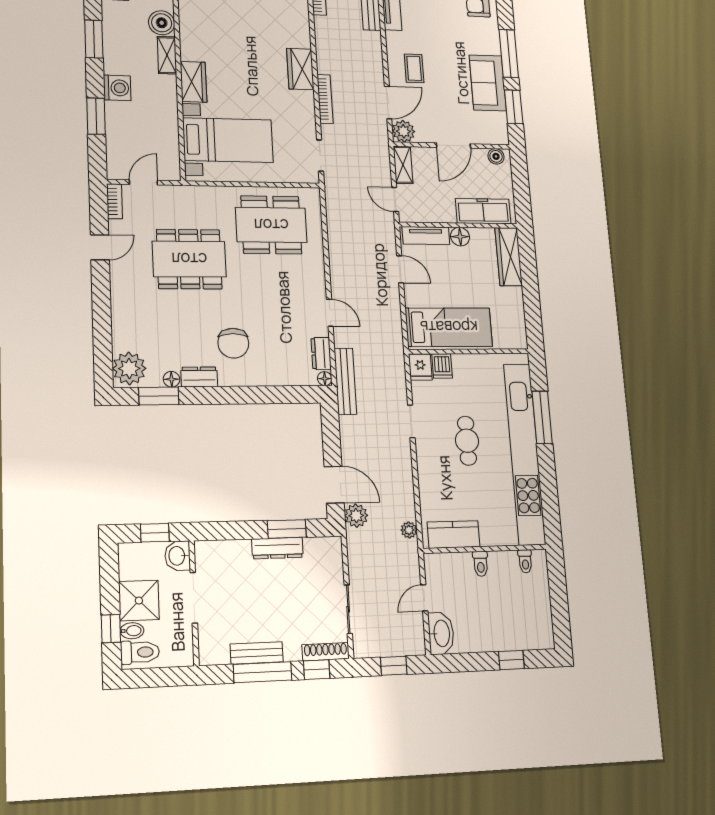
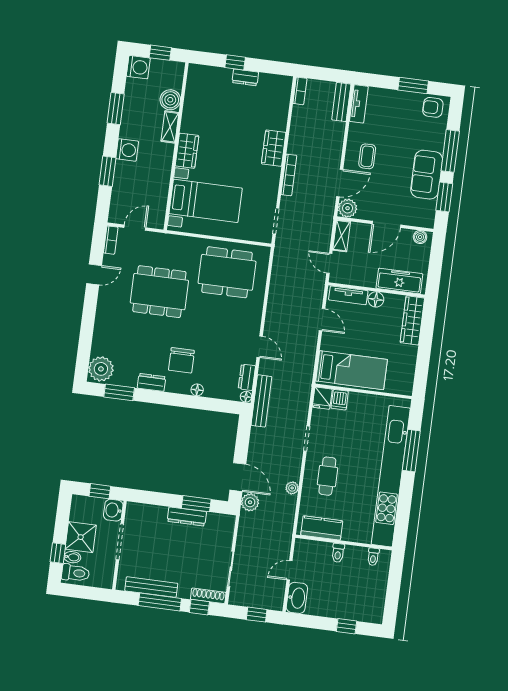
floor lamp: (172, 379) -> (197, 390), moved
cafe table: (467, 441) -> (327, 476), moved
plant: (409, 530) -> (292, 488), moved
bench: (257, 653) -> (151, 587), width x1.36

